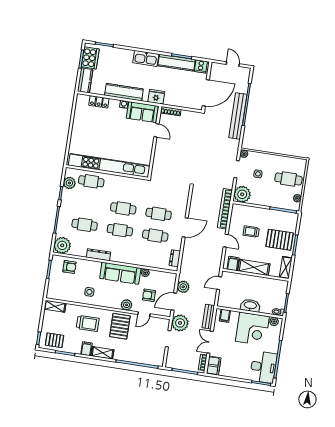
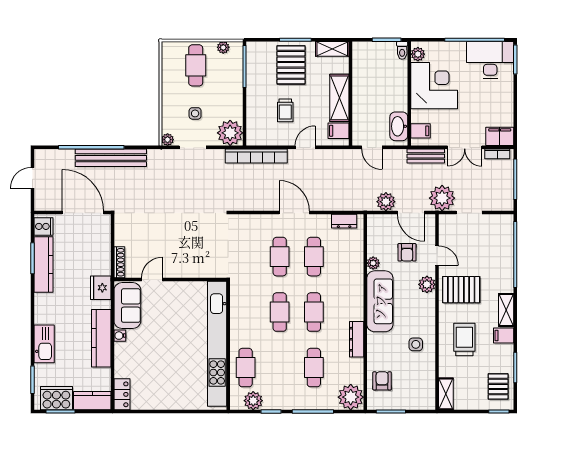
kitchen sink: (146, 58) -> (44, 344), moved
locker: (99, 102) -> (122, 394), moved
washbasin: (250, 305) -> (399, 126), moved

